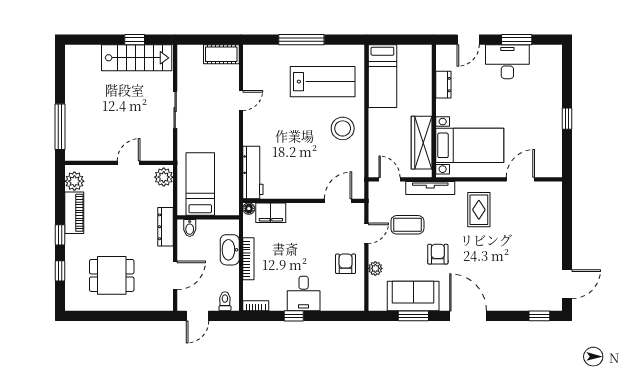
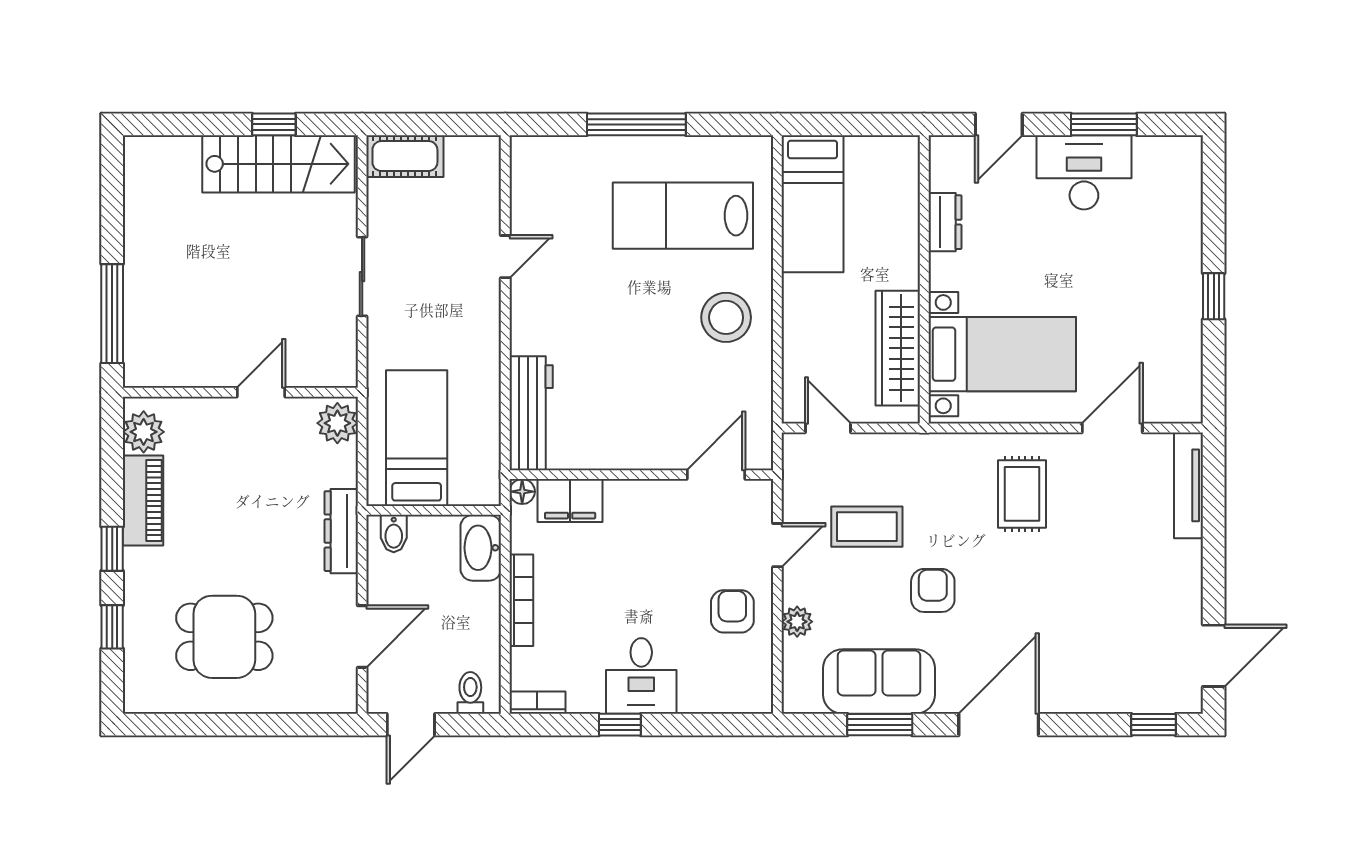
cot: (221, 54) -> (405, 156), moved
lab bench: (323, 82) -> (683, 216), turned 180
tv unit: (430, 188) -> (1188, 485), moved, turned 90
washbasin: (230, 250) -> (481, 548), moved
door: (468, 316) -> (999, 725), hinge flipped

